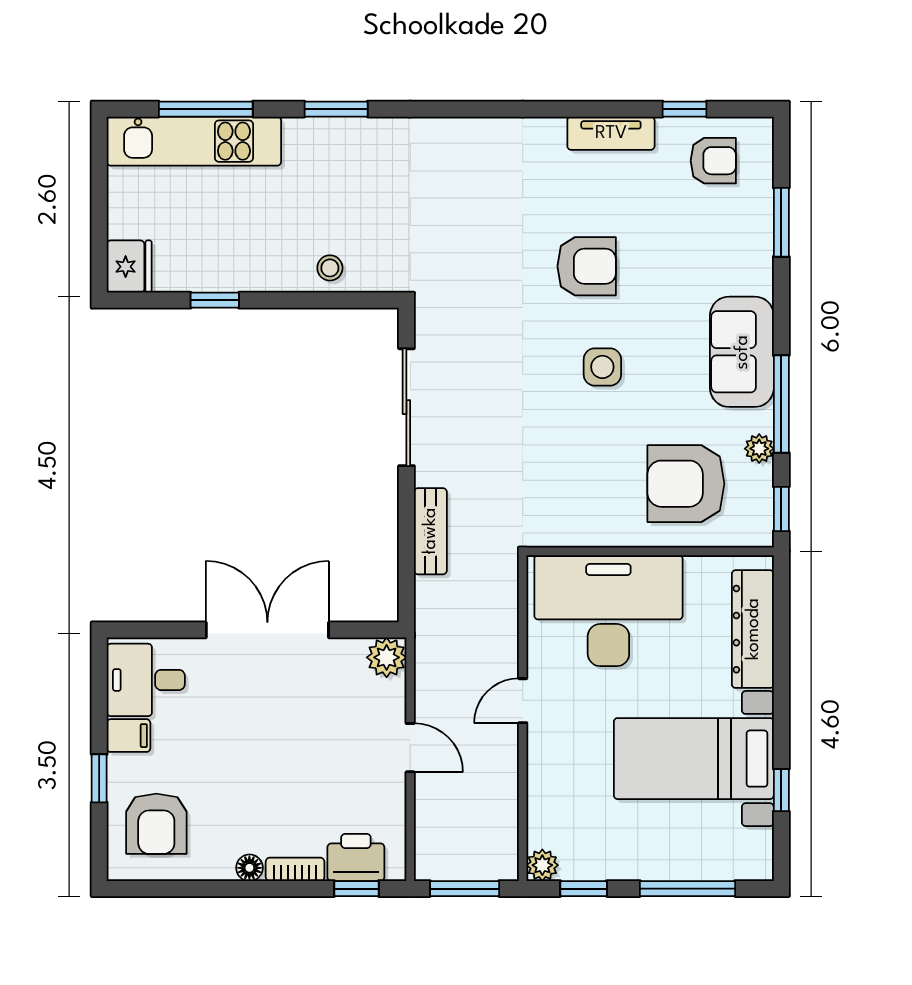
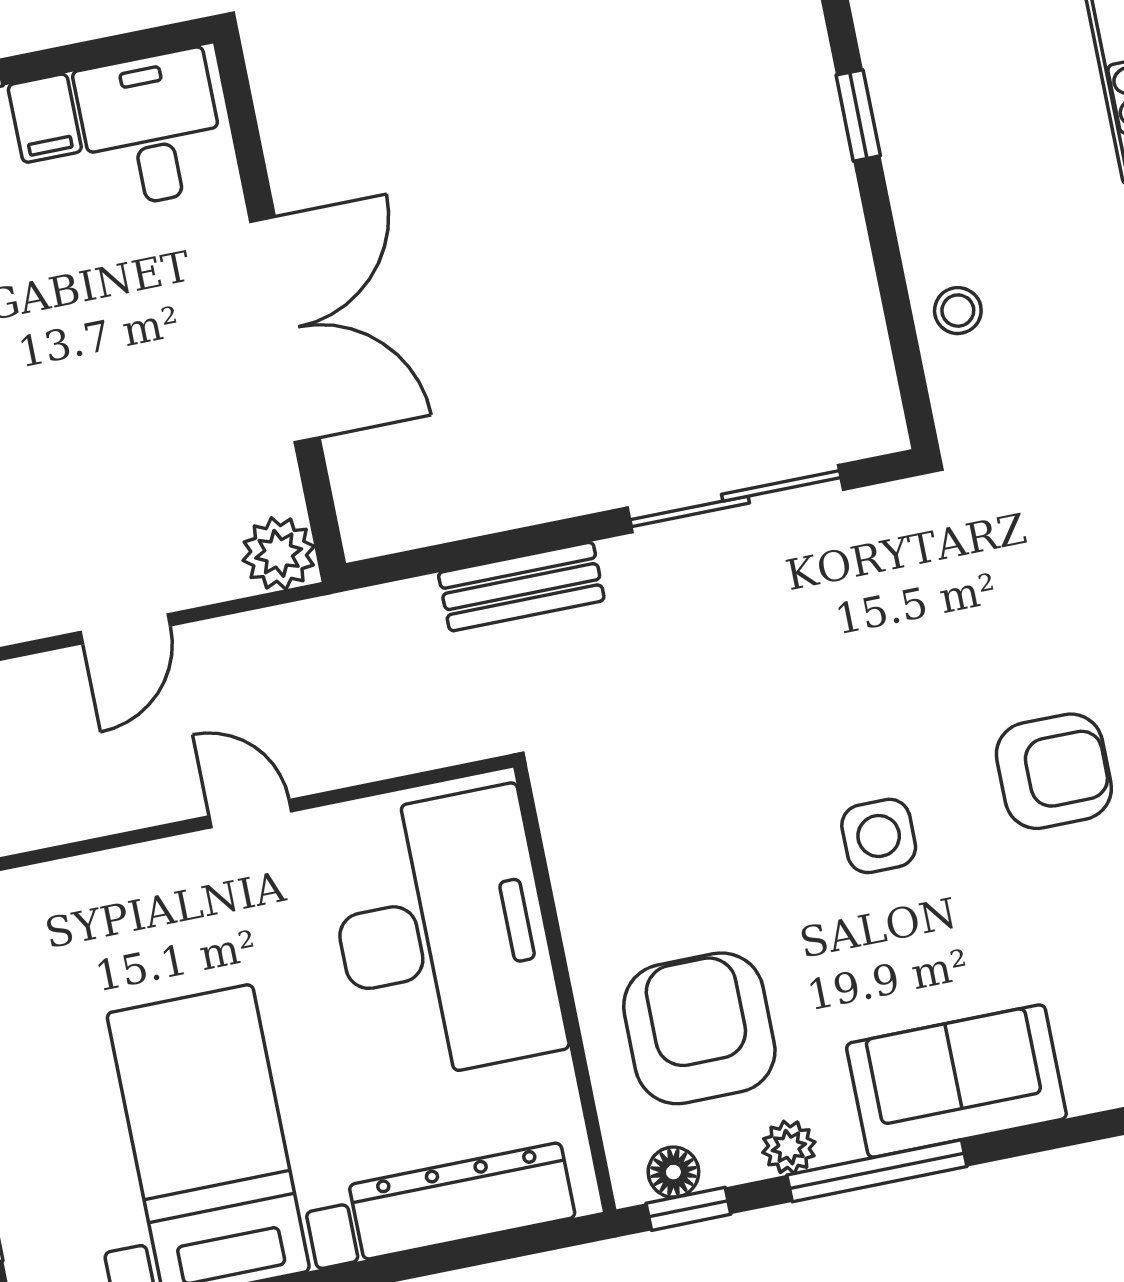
armchair: (587, 266) -> (1054, 771), turned -90
floor lamp: (760, 513) -> (673, 1172), added

